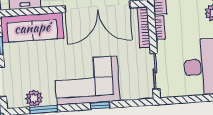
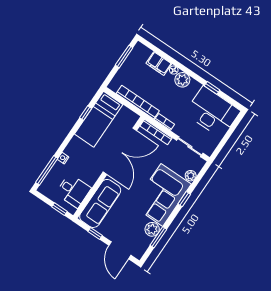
plant: (128, 94) -> (191, 176), added
plant: (34, 98) -> (152, 229), moved

